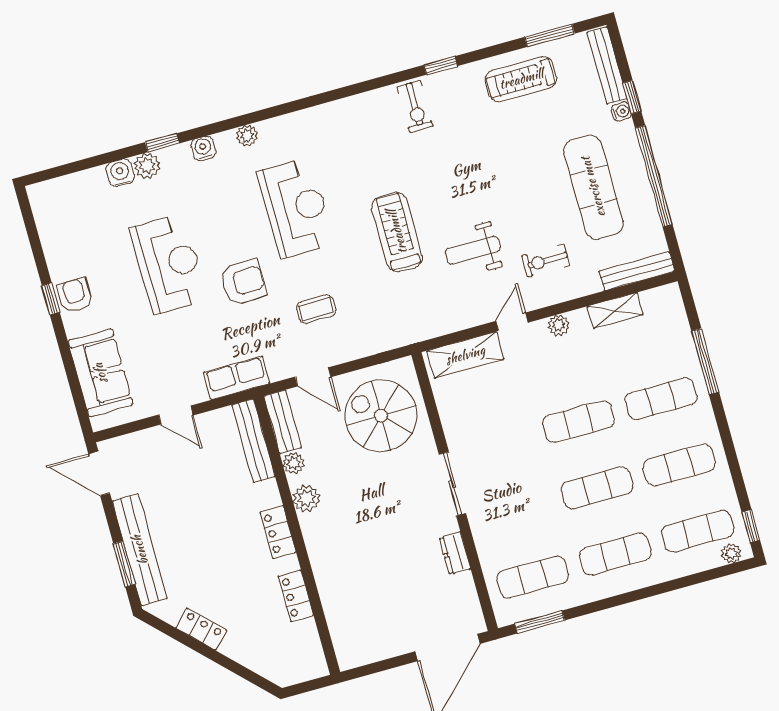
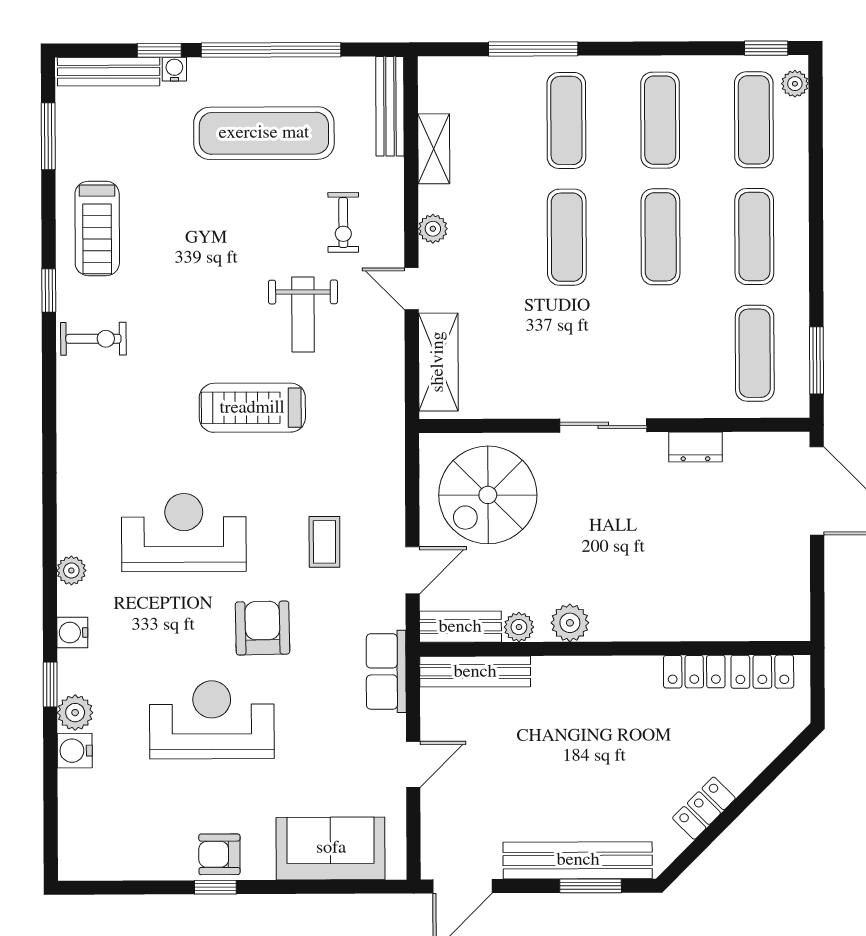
treadmill: (521, 79) -> (97, 228), moved
locker: (278, 532) -> (762, 672), moved

